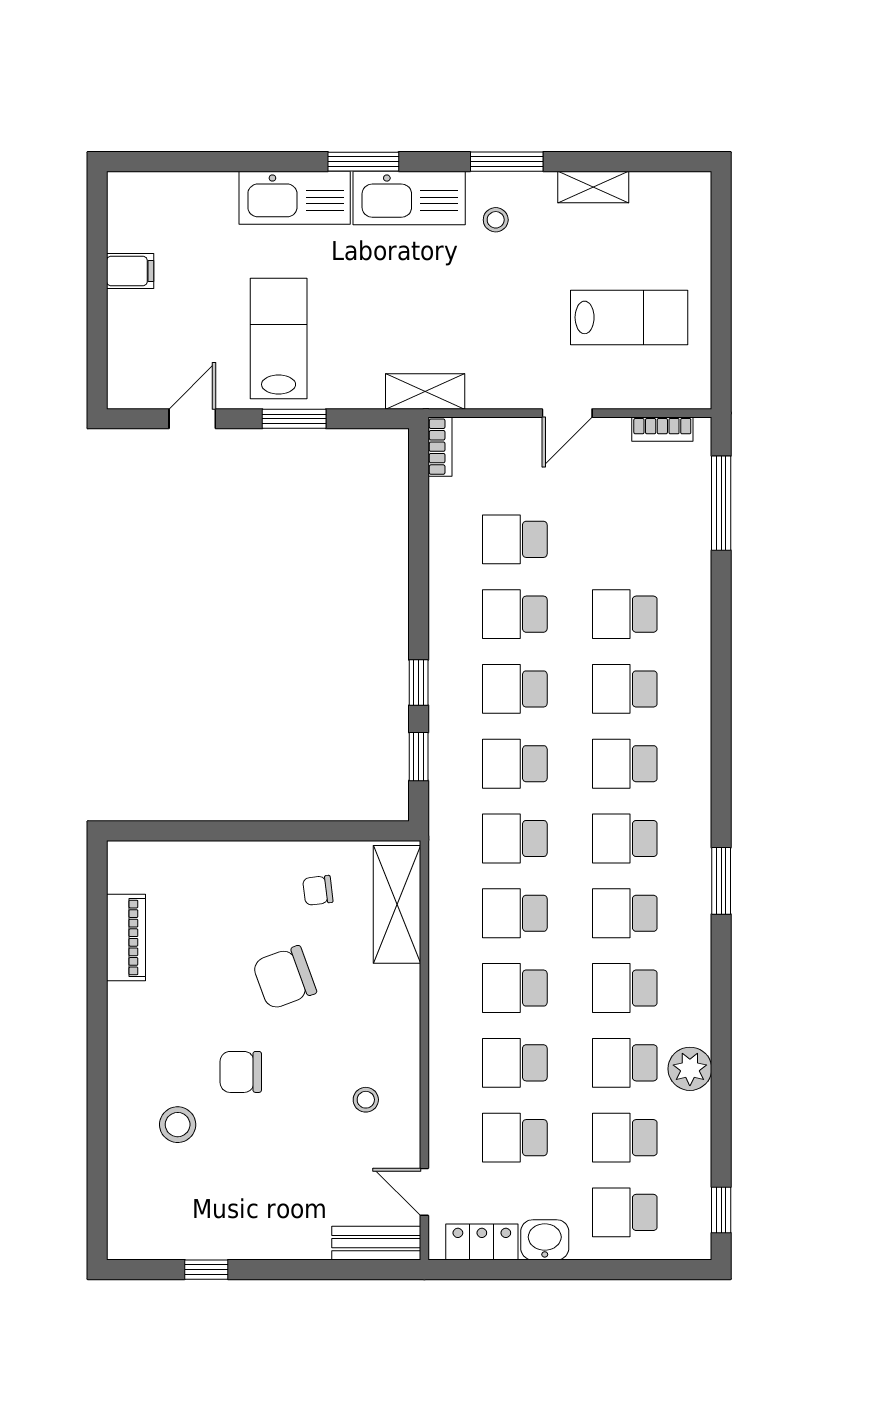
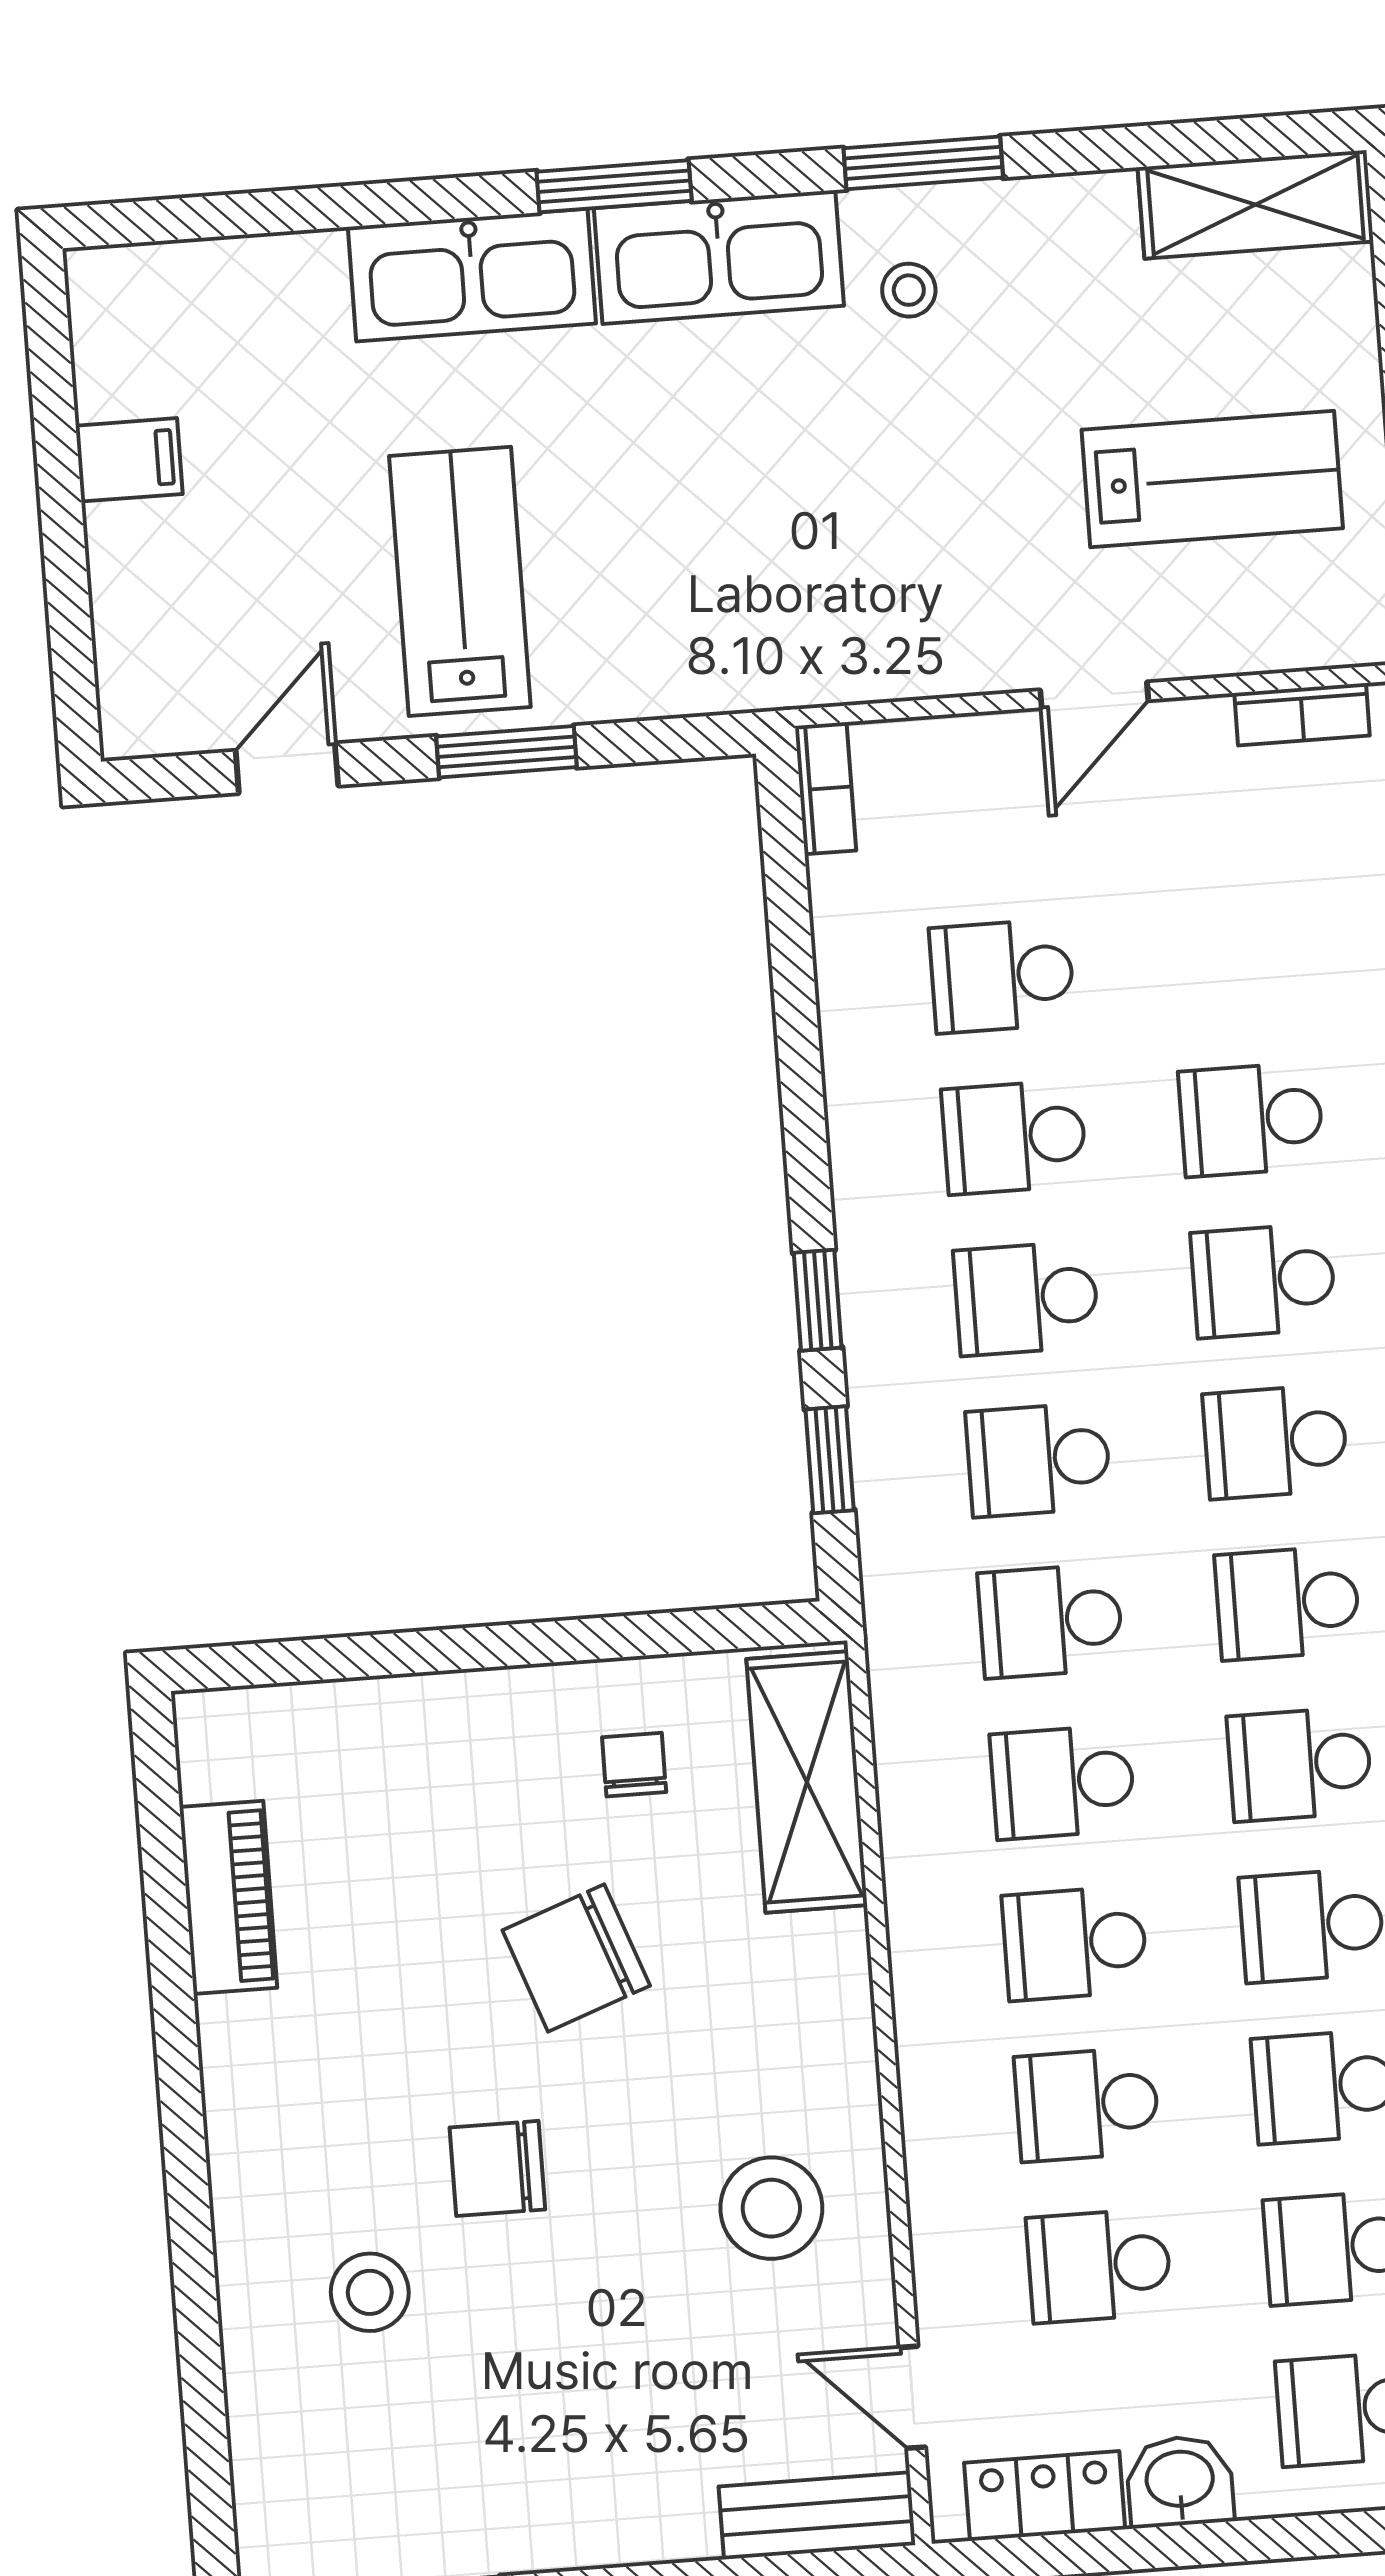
shelving: (593, 187) -> (1256, 204), moved, width x1.50, depth x1.33
shelving: (425, 391) -> (785, 672), removed
chair: (318, 890) -> (634, 1765), turned 97
stool: (366, 1100) -> (771, 2208), width x1.89, depth x1.89

